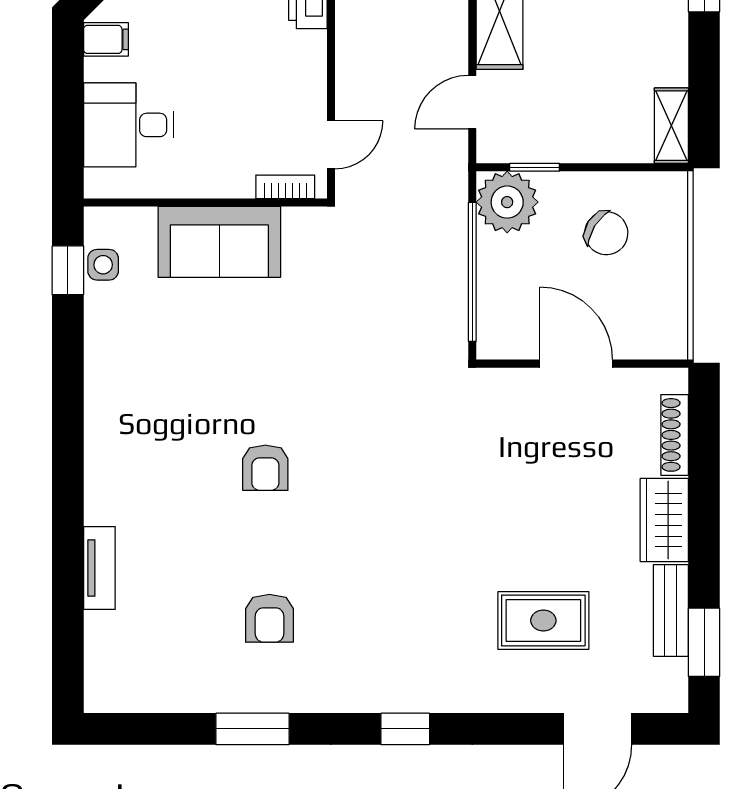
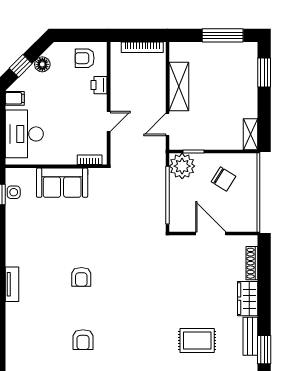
desk: (129, 125) -> (24, 134), width x1.37
door: (331, 145) -> (109, 121), moved
tv unit: (99, 568) -> (12, 284), moved

